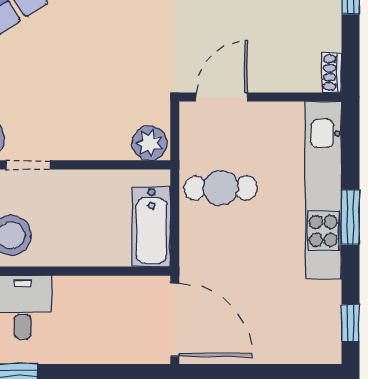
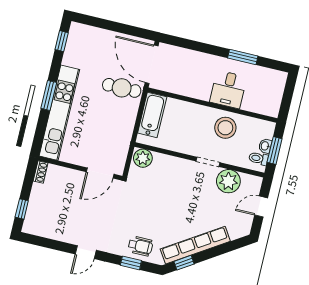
cafe table: (221, 188) -> (122, 88), moved

